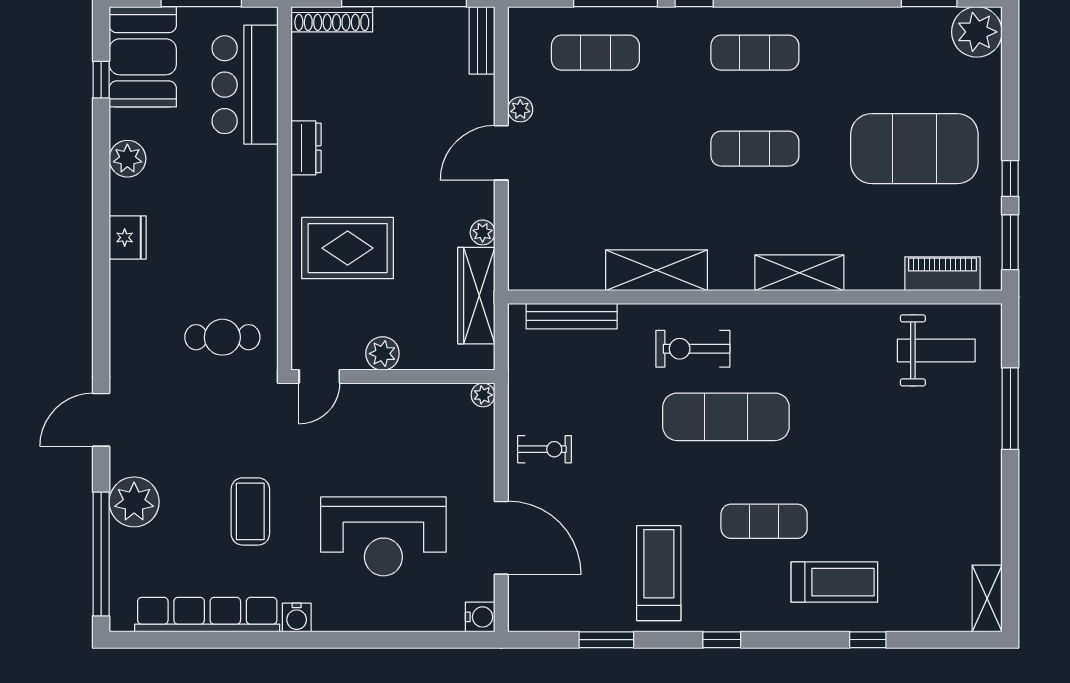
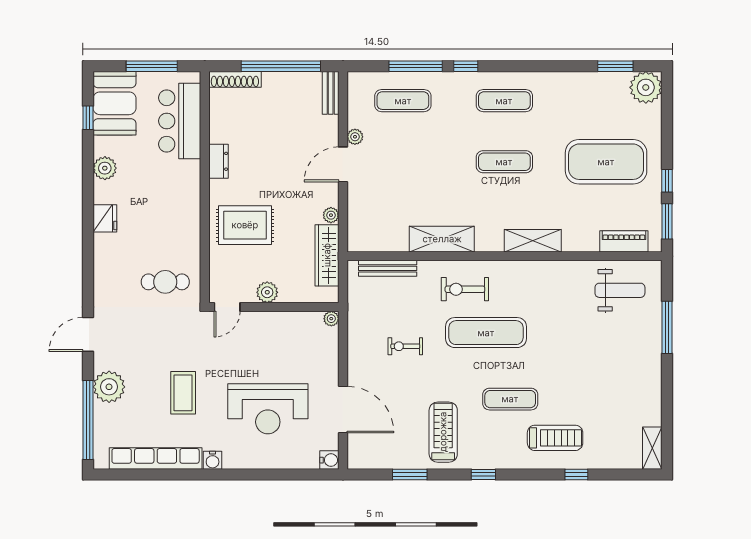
exercise bike: (545, 449) -> (405, 346), moved, turned 180

